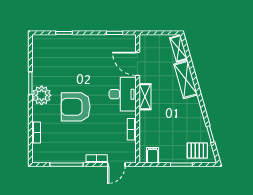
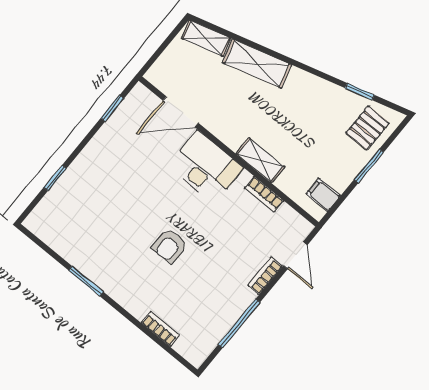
plant: (42, 95) -> (115, 280), removed
shelving: (145, 97) -> (260, 160), moved
armchair: (76, 107) -> (170, 246), width x0.53, depth x0.53

